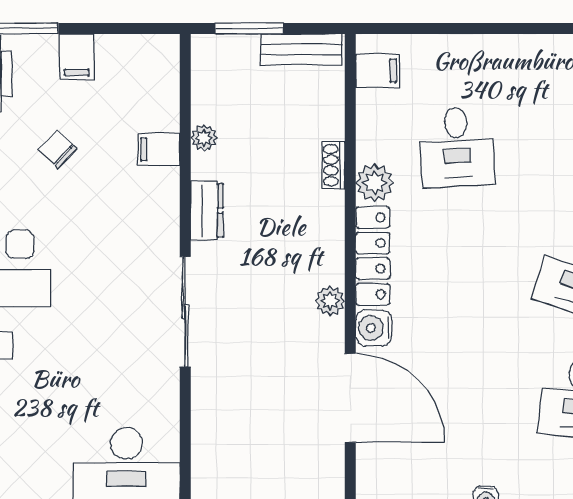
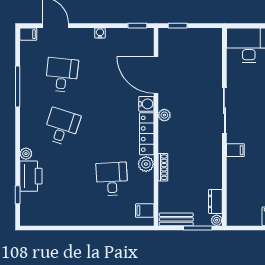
plant: (204, 138) -> (217, 220), moved
filing cabinet: (159, 149) -> (235, 150), moved
shoe rack: (334, 165) -> (163, 167), width x1.43
dresser: (207, 210) -> (215, 201), moved

